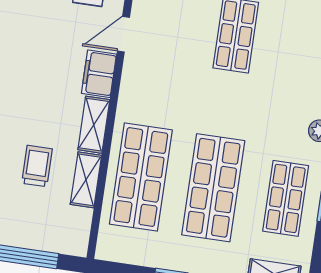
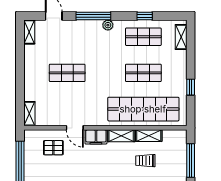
shop shelf: (141, 177) -> (143, 109), width x1.40
shop shelf: (213, 188) -> (143, 73), width x0.70, depth x0.74

